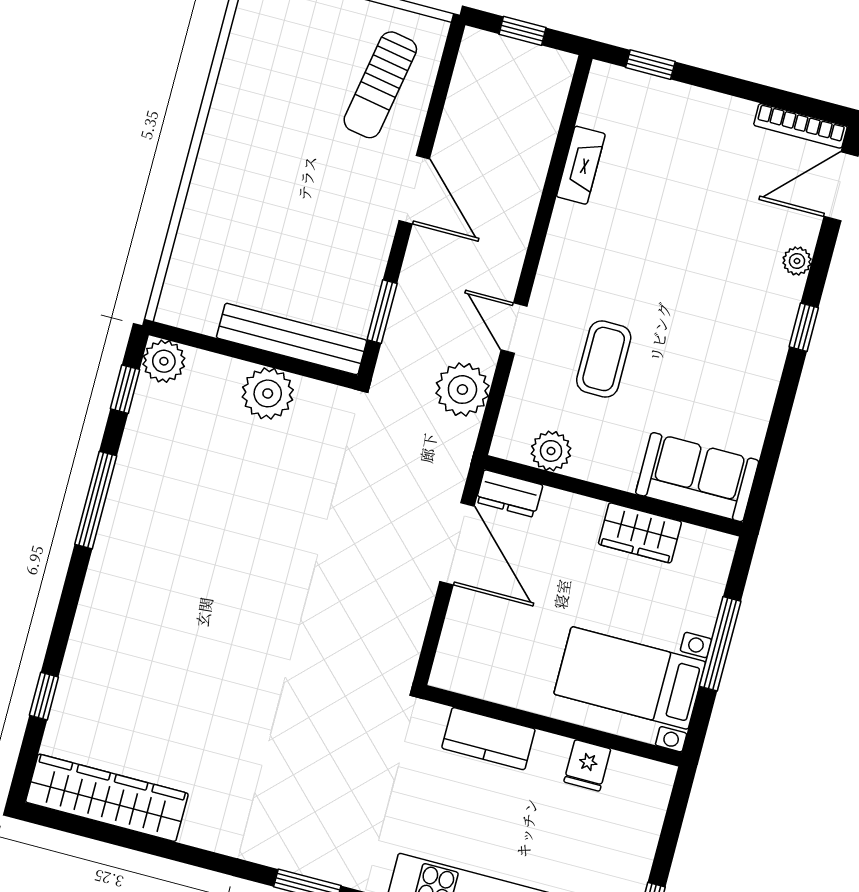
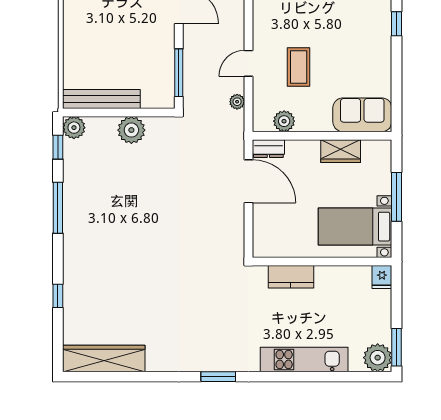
window: (382, 312) -> (179, 73), width x1.44
door: (514, 328) -> (249, 63), hinge flipped
bench: (292, 339) -> (101, 99), moved
plant: (462, 390) -> (237, 102), width x0.53, depth x0.53
window: (44, 696) -> (58, 296), moved
fridge: (587, 765) -> (382, 277), moved

